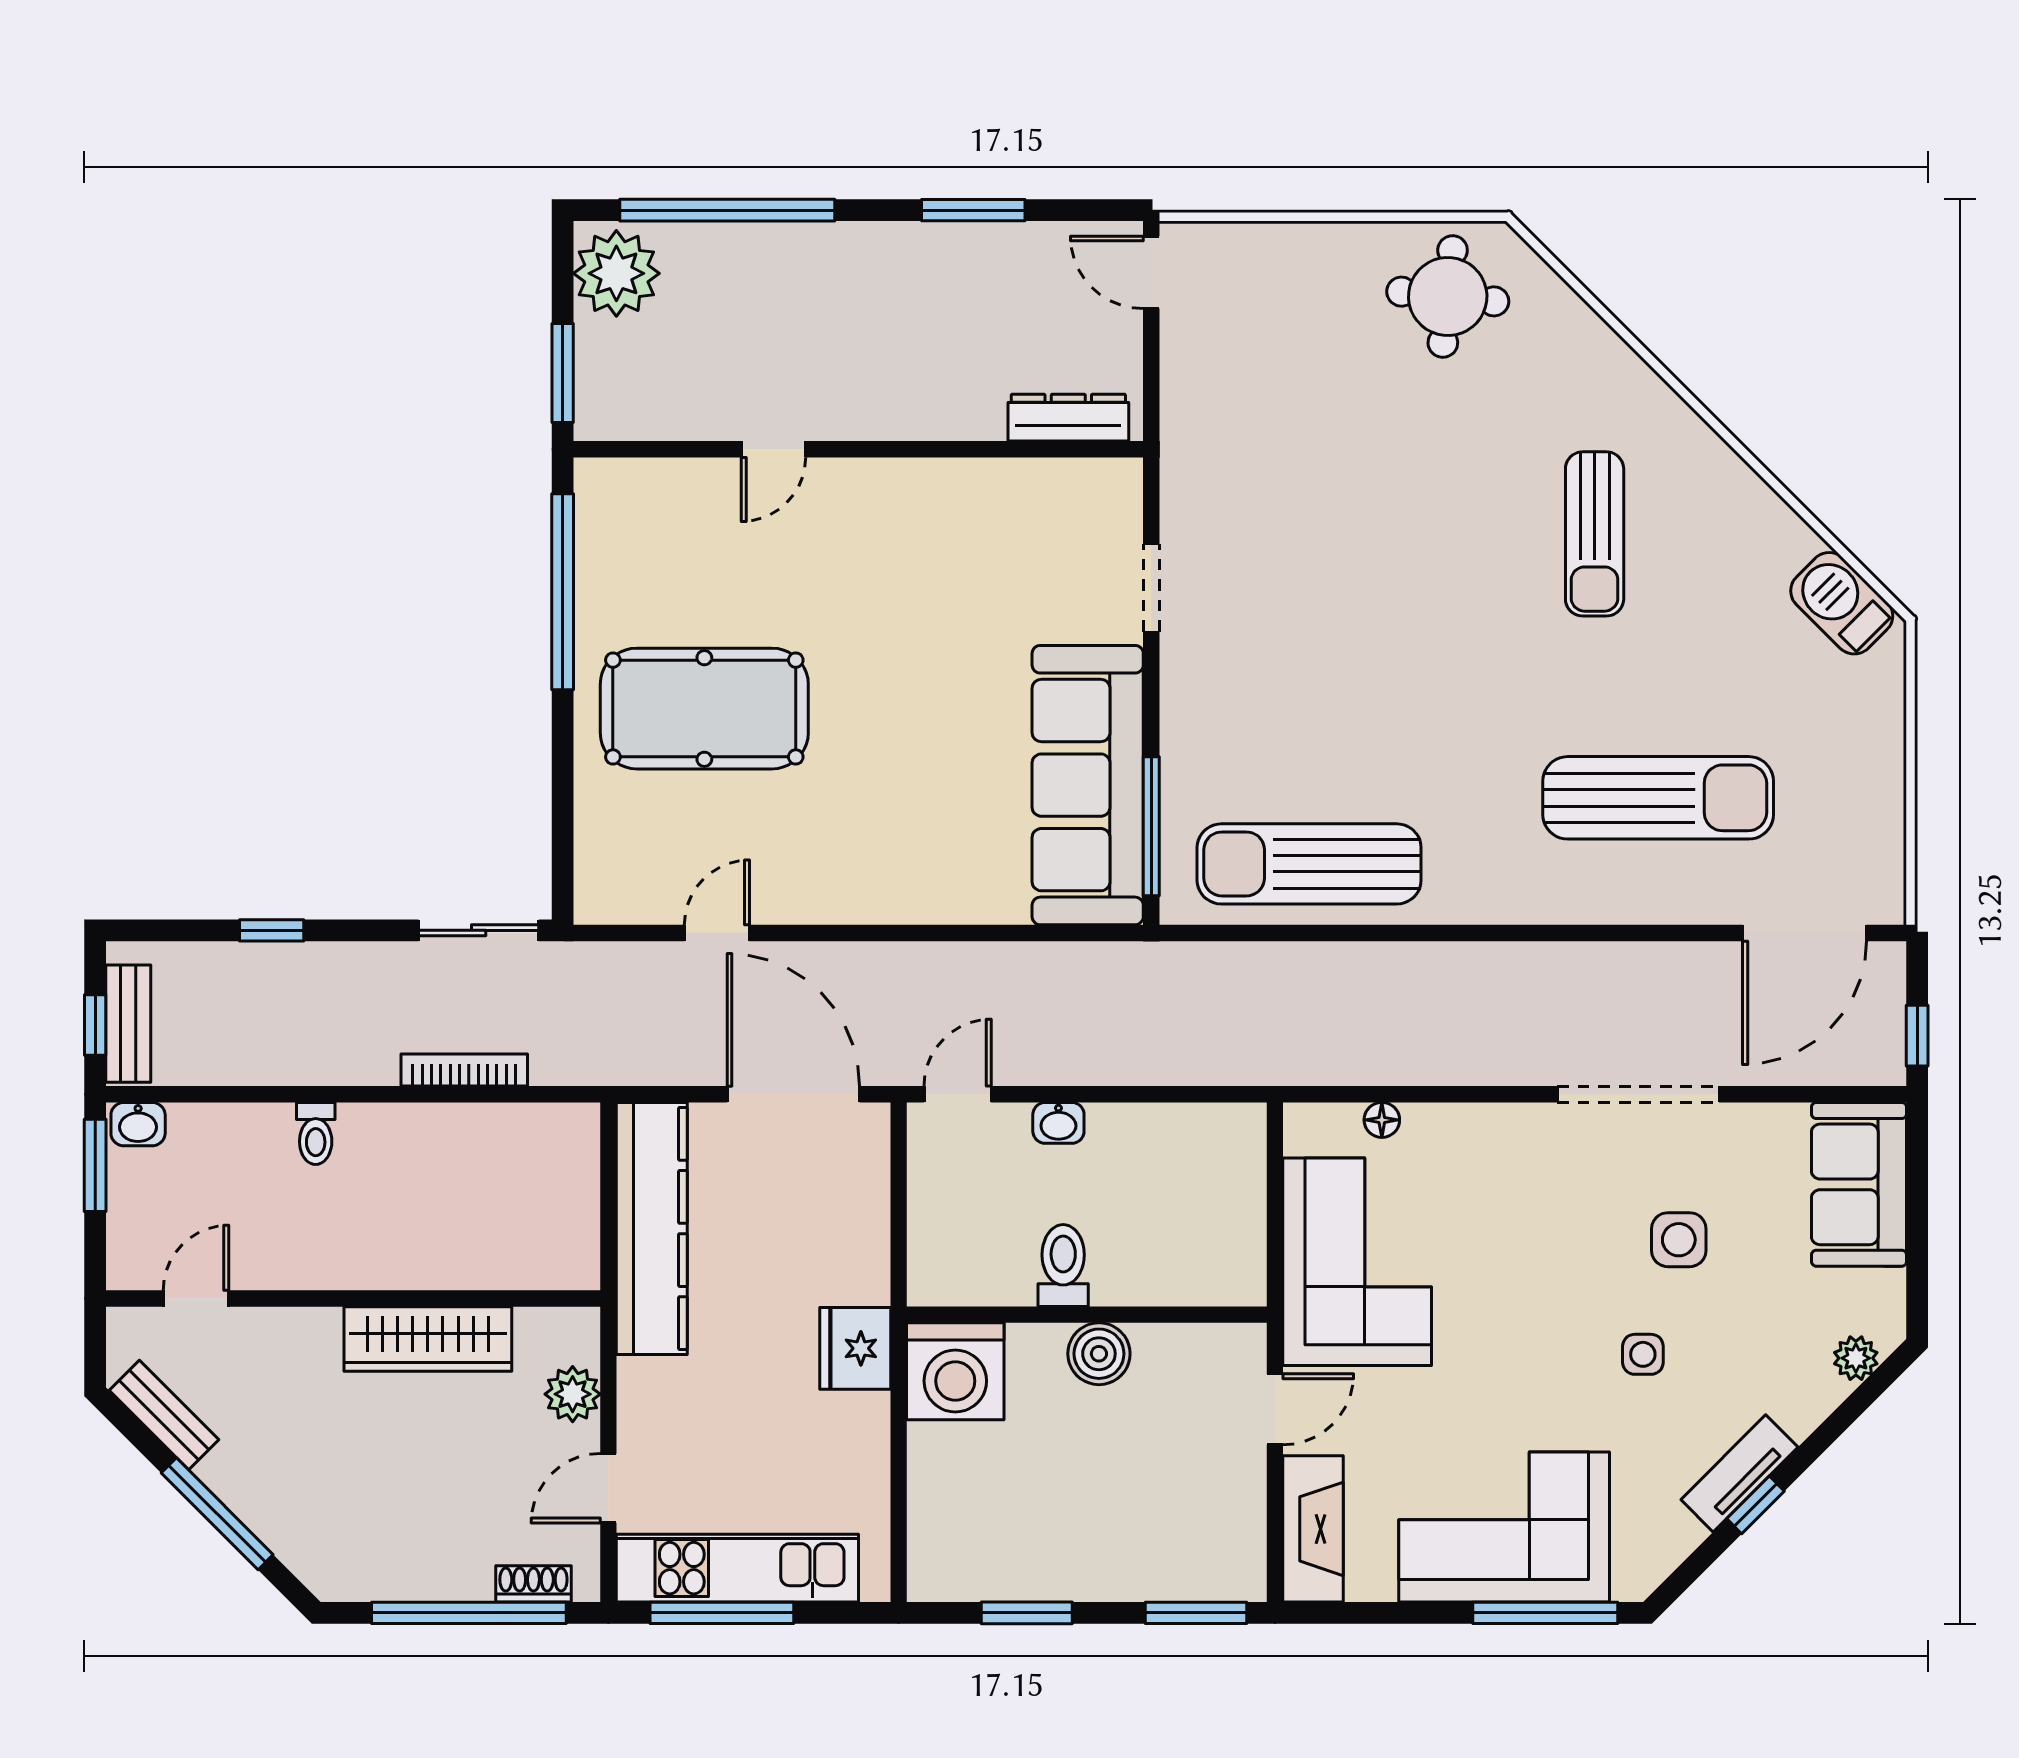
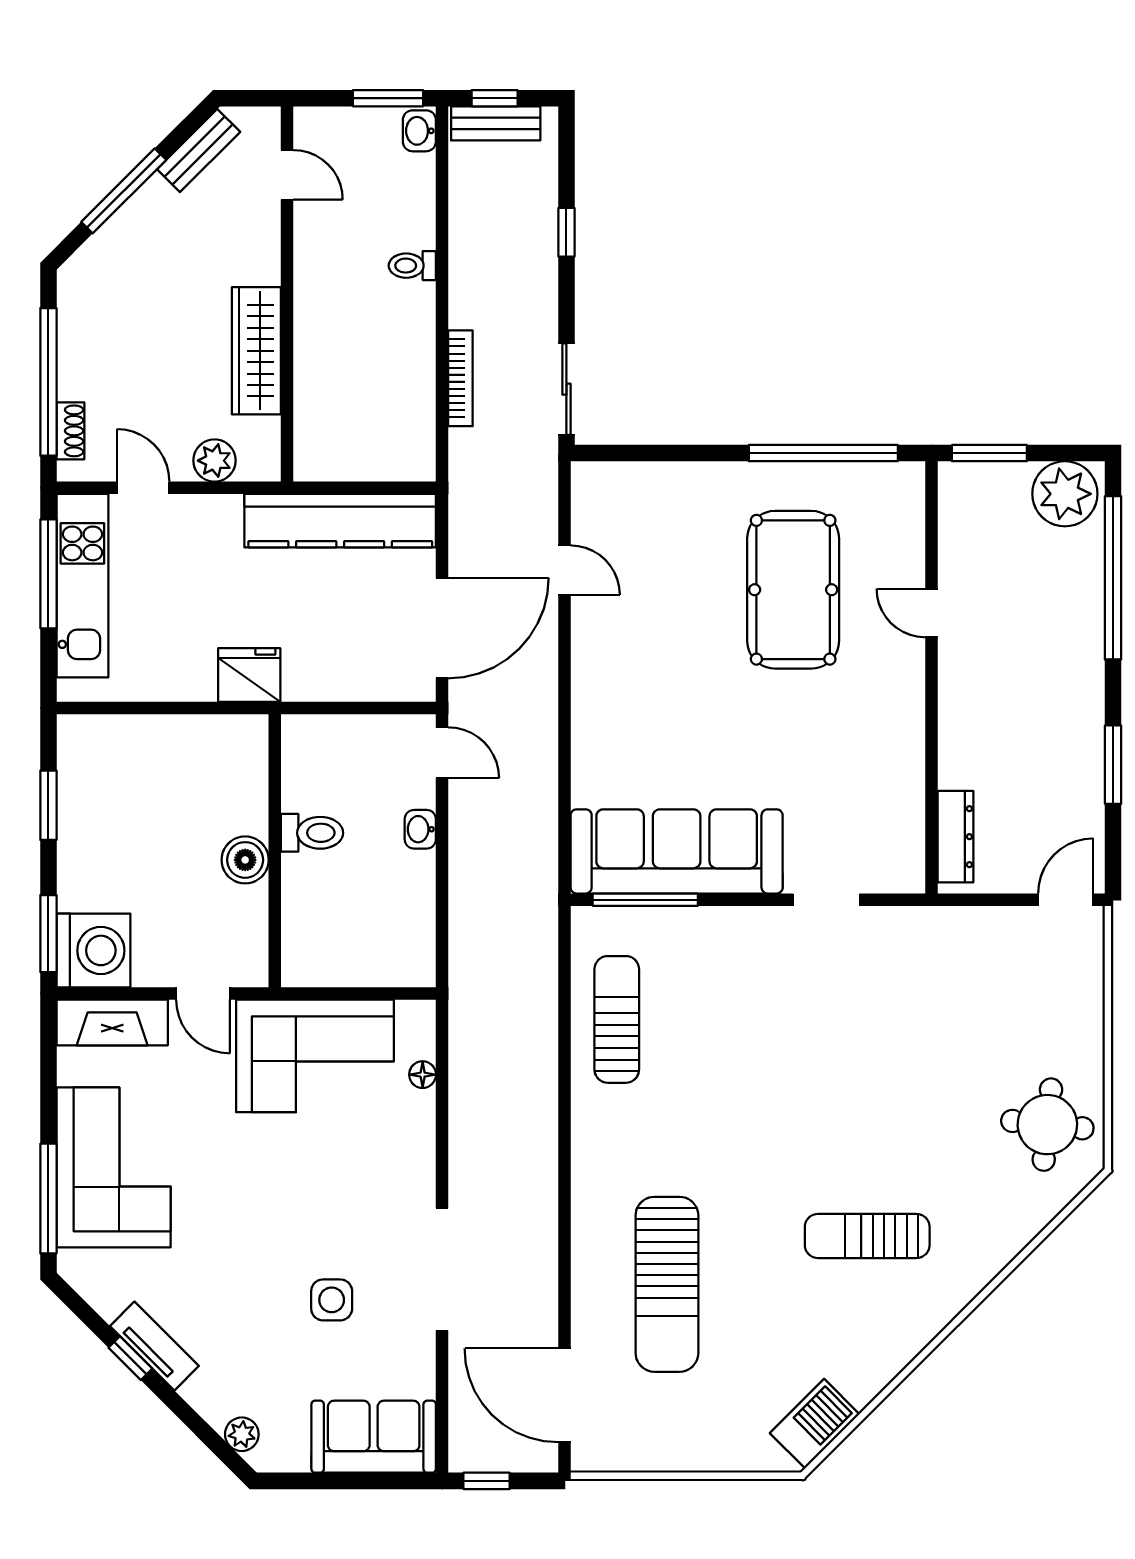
pool table: (704, 709) -> (793, 590), moved
sun lounger: (1309, 864) -> (617, 1019), width x0.73, depth x0.75
side table: (1643, 1354) -> (245, 1273), removed
washing machine: (955, 1371) -> (93, 950), moved, turned 180

